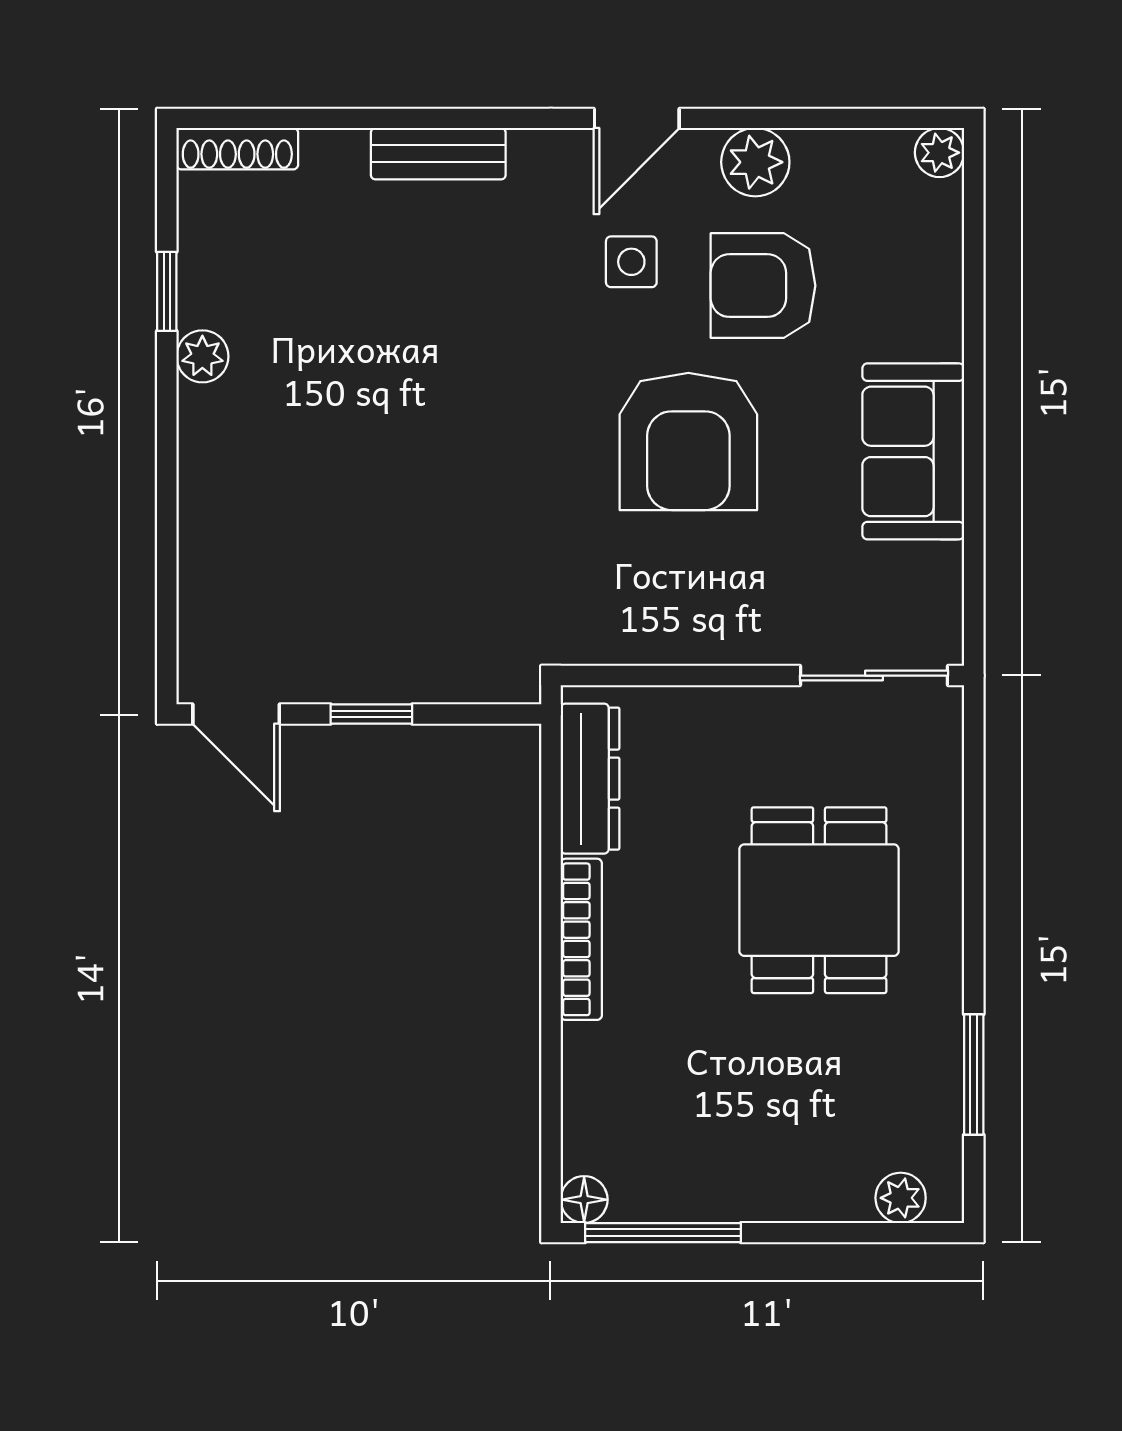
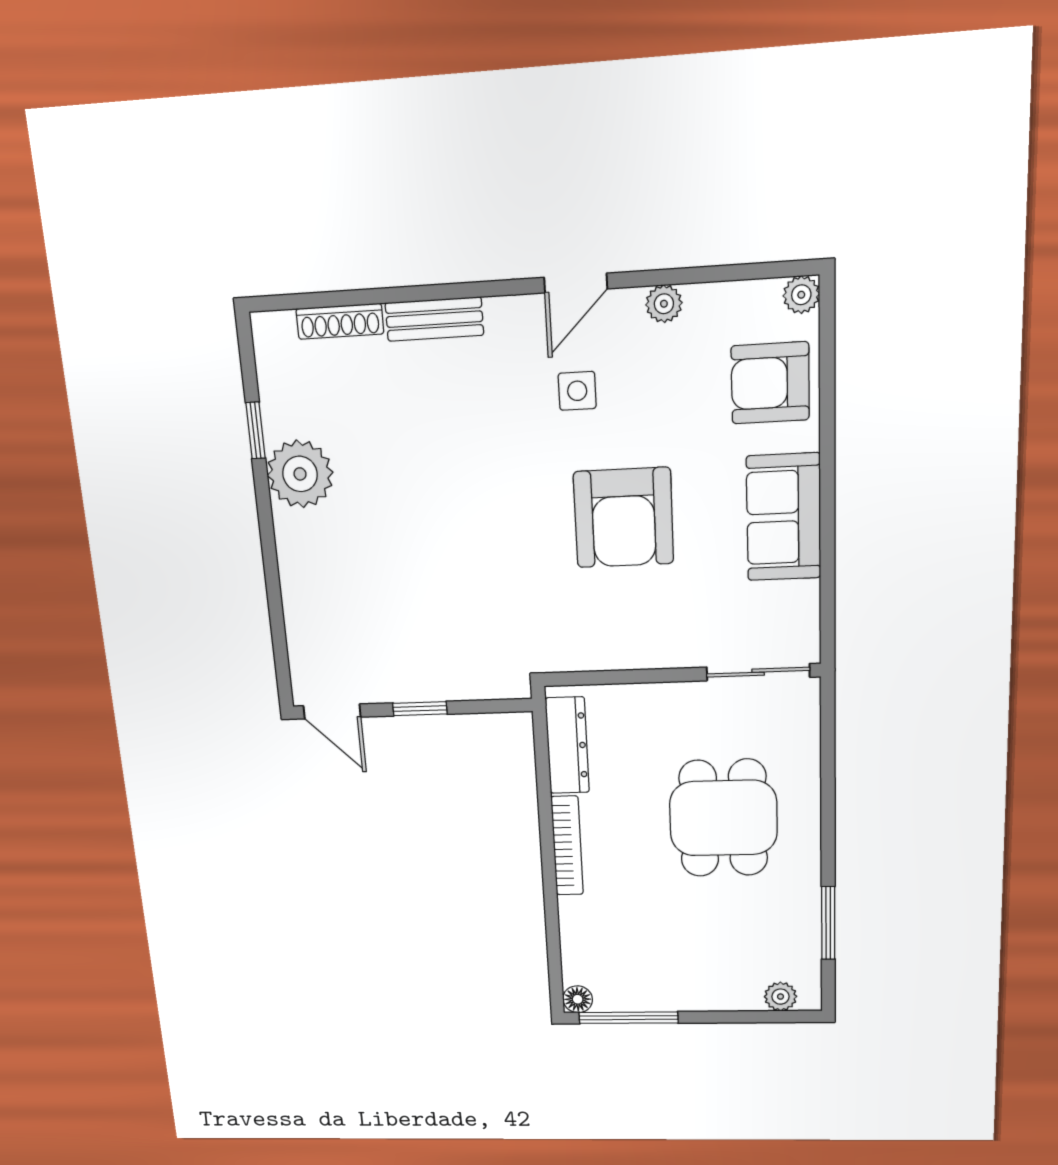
shoe rack: (237, 149) -> (340, 321), moved
plant: (755, 162) -> (664, 304), width x0.73, depth x0.73
armchair: (763, 286) -> (770, 383), moved
plant: (202, 356) -> (300, 474), width x1.87, depth x1.87

